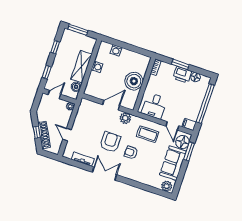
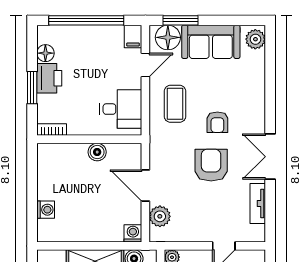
washing machine: (97, 67) -> (133, 233), moved
boiler: (134, 81) -> (97, 152), width x0.54, depth x0.54
plant: (125, 118) -> (160, 216), moved
armchair: (110, 142) -> (211, 165), turned 90

